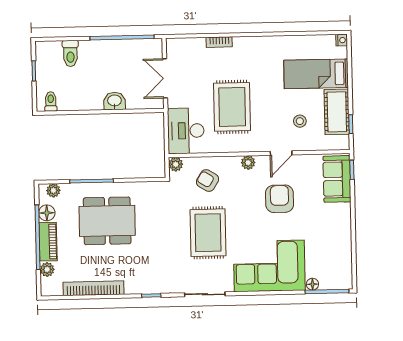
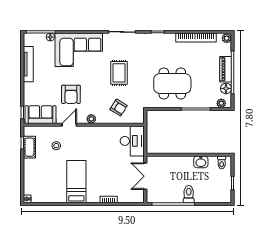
toilet: (70, 53) -> (189, 194), moved
bed: (316, 74) -> (76, 182), moved, turned -90
double door: (165, 78) -> (145, 176), swing flipped
washbasin: (115, 101) -> (201, 162), moved
rug: (232, 107) -> (101, 156), removed
cot: (337, 112) -> (29, 147), width x0.73, depth x0.75
plant: (176, 164) -> (139, 119), removed
sofa: (337, 179) -> (40, 115), moved, turned -90
dining table: (107, 221) -> (172, 84), moved
rug: (208, 233) -> (119, 73), width x0.73, depth x0.70
tv unit: (345, 243) -> (28, 64), added
plant: (47, 269) -> (227, 38), moved

